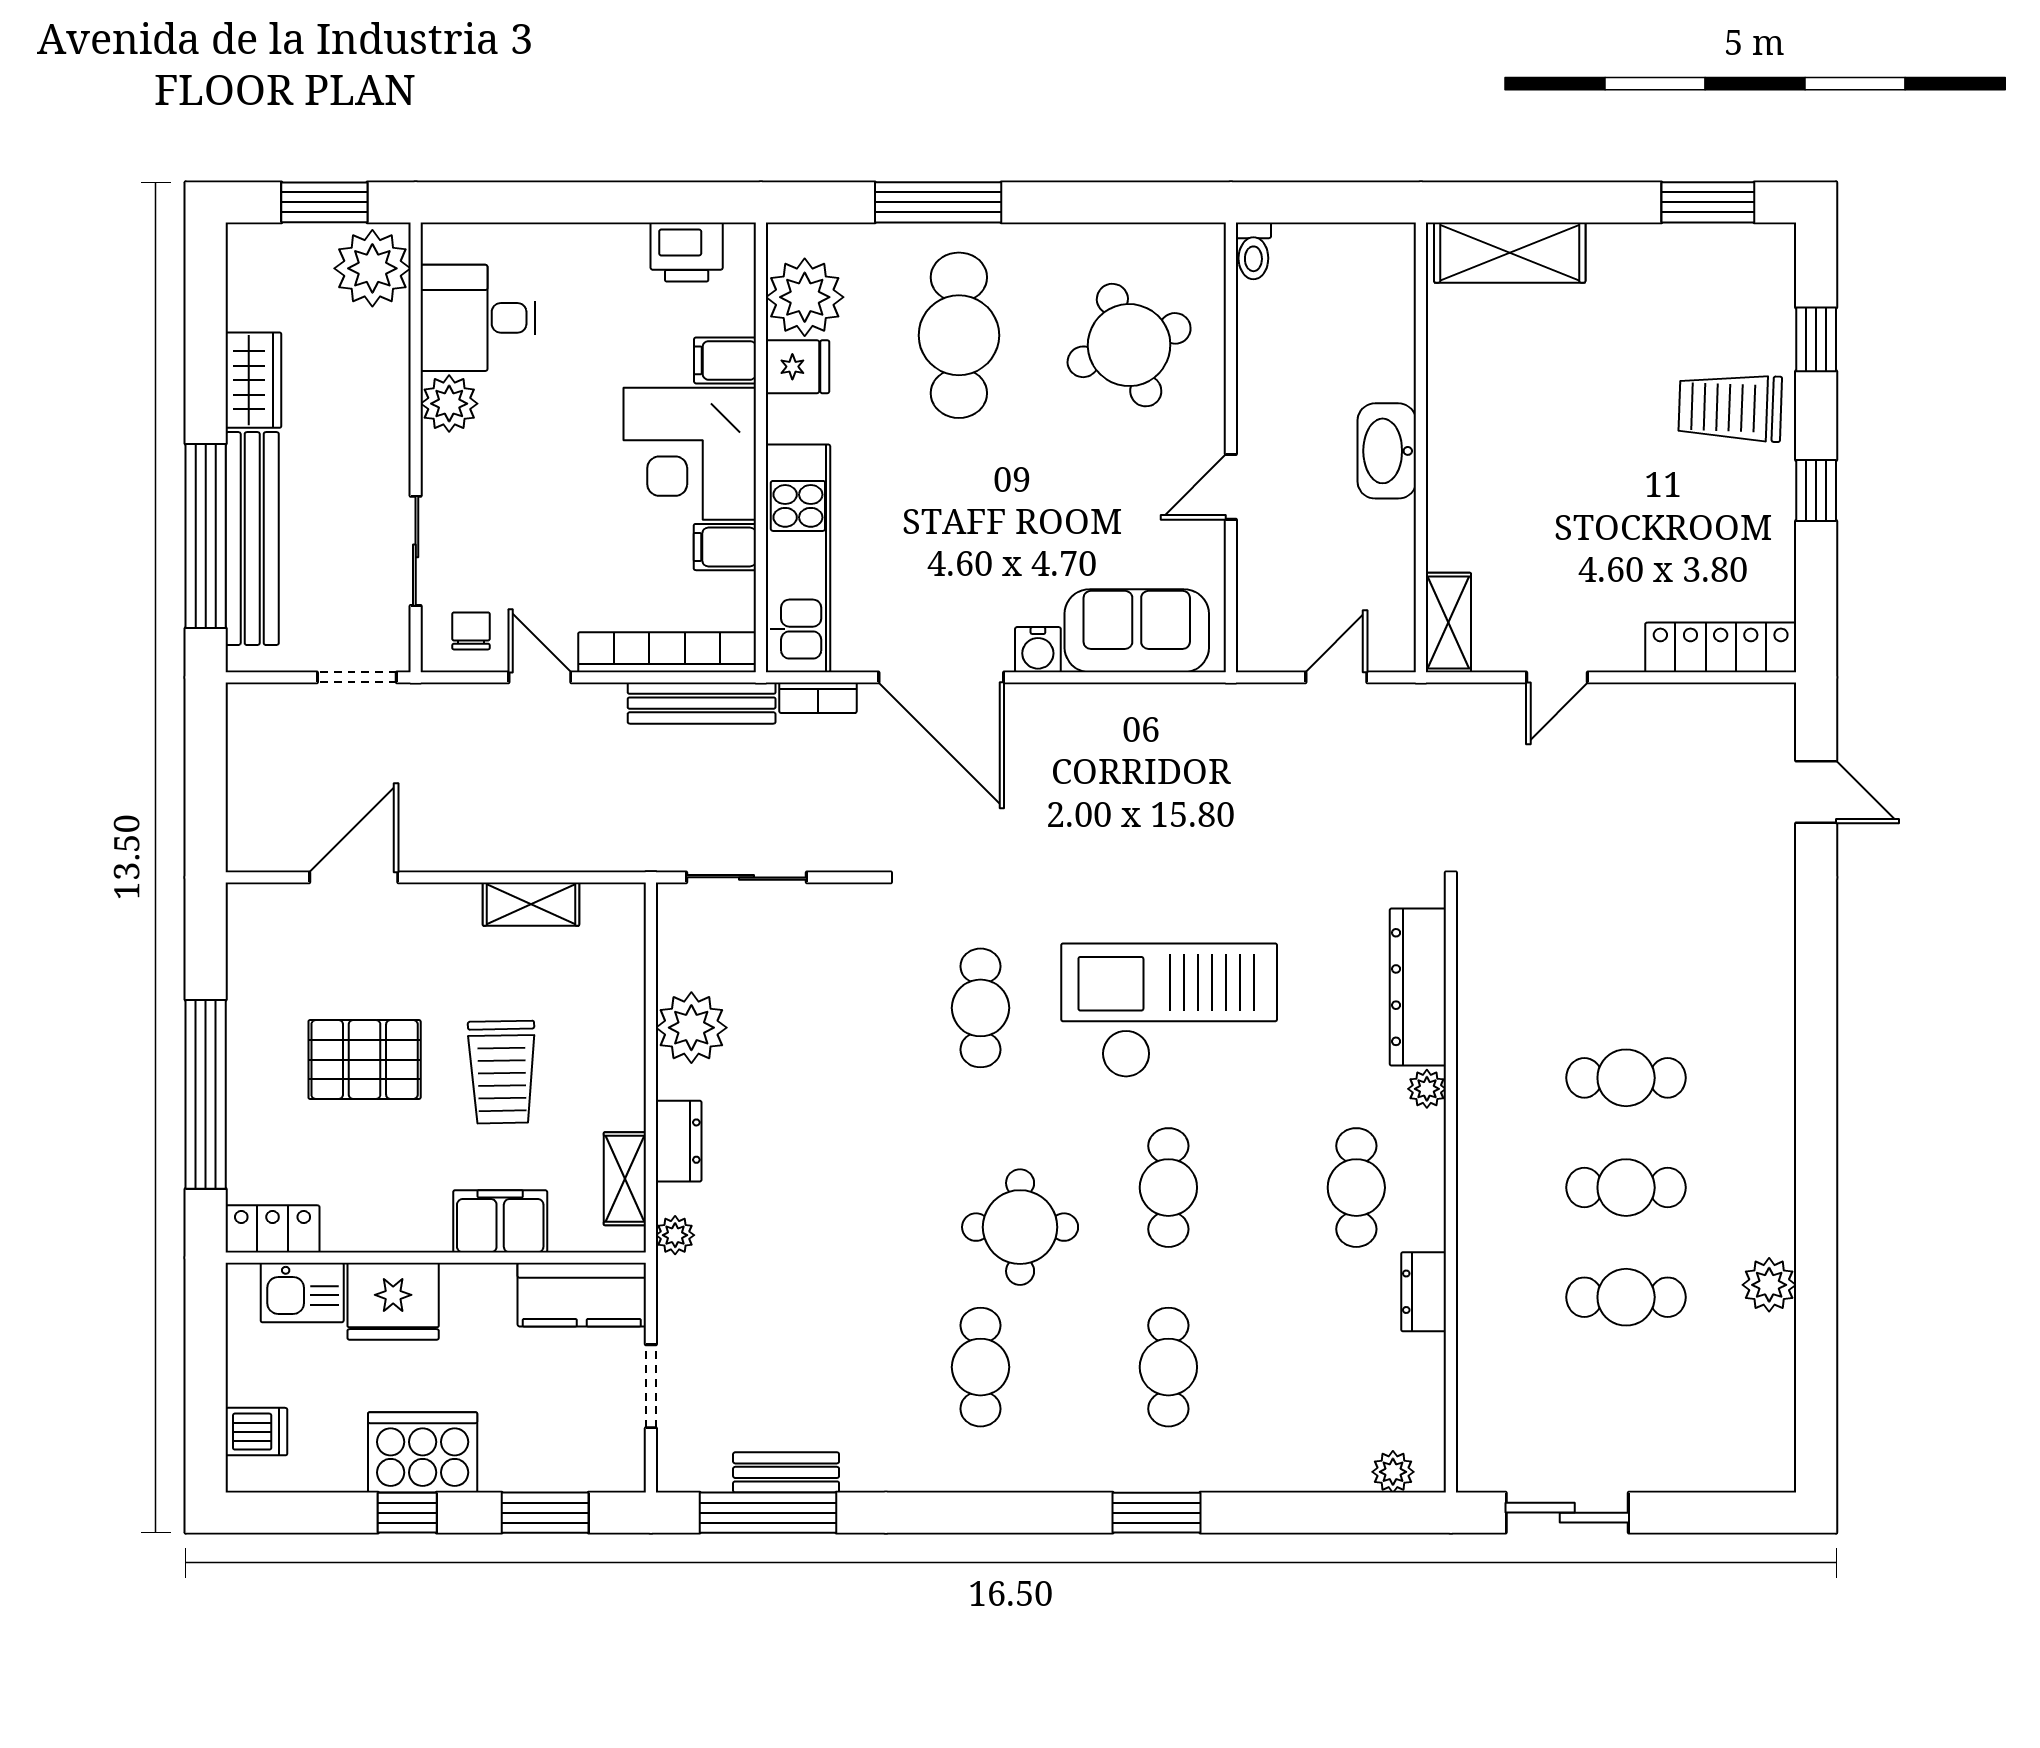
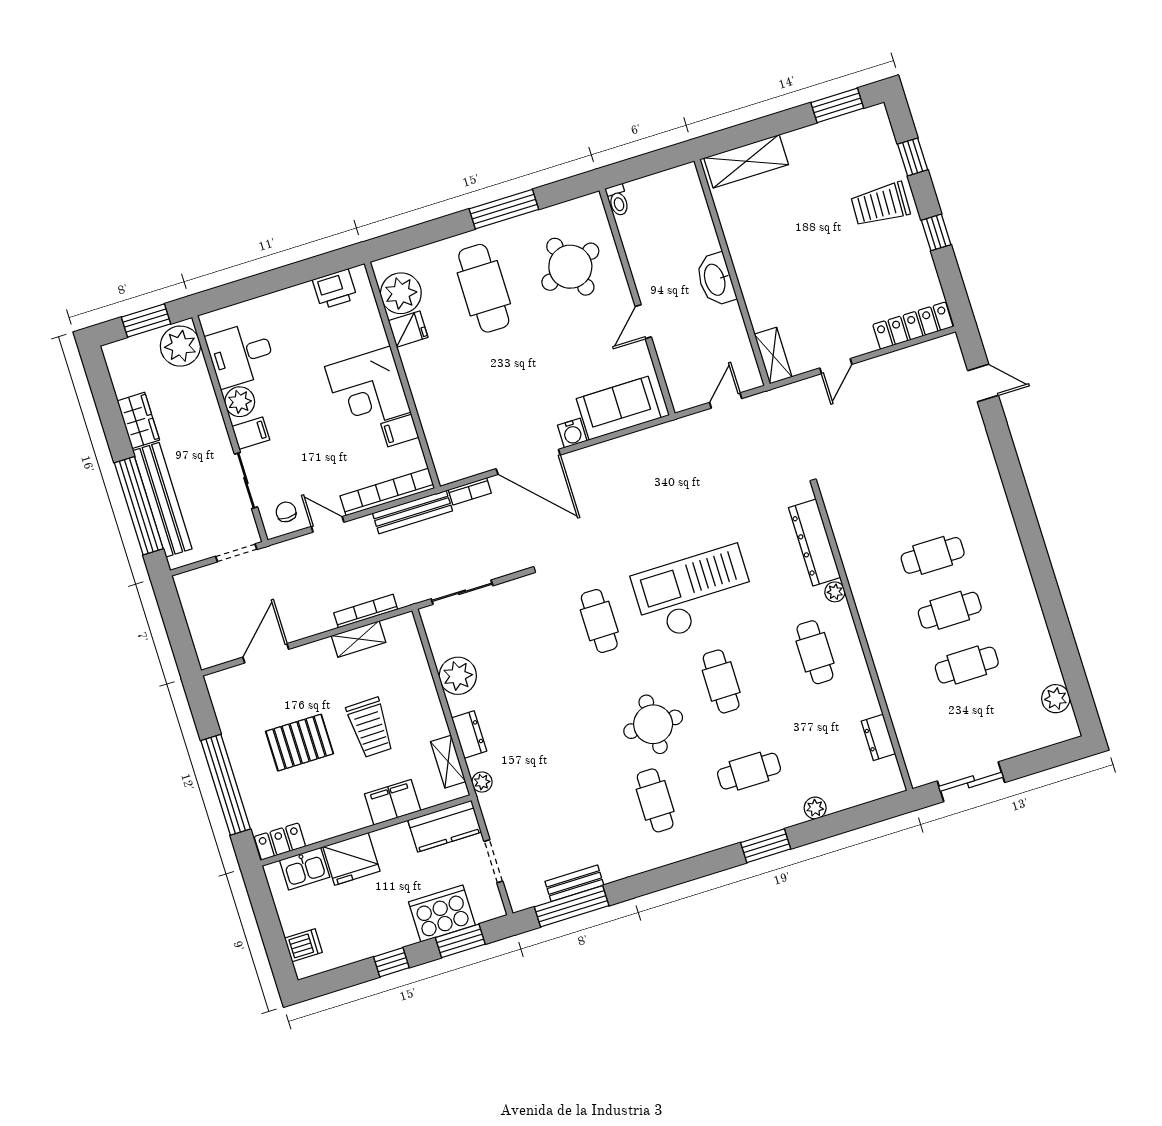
window: (938, 202) -> (504, 209), moved
filing cabinet: (725, 360) -> (251, 433), moved, turned 180
kitchen unit: (798, 558) -> (438, 425), removed
bookcase: (560, 857) -> (366, 611), added
plant: (1769, 1285) -> (1056, 699), moved
dresser: (1424, 1292) -> (878, 737), moved
cafe table: (1168, 1367) -> (749, 771), turned 90
cooker: (423, 1452) -> (442, 914), moved
plant: (1393, 1472) -> (815, 808), moved

